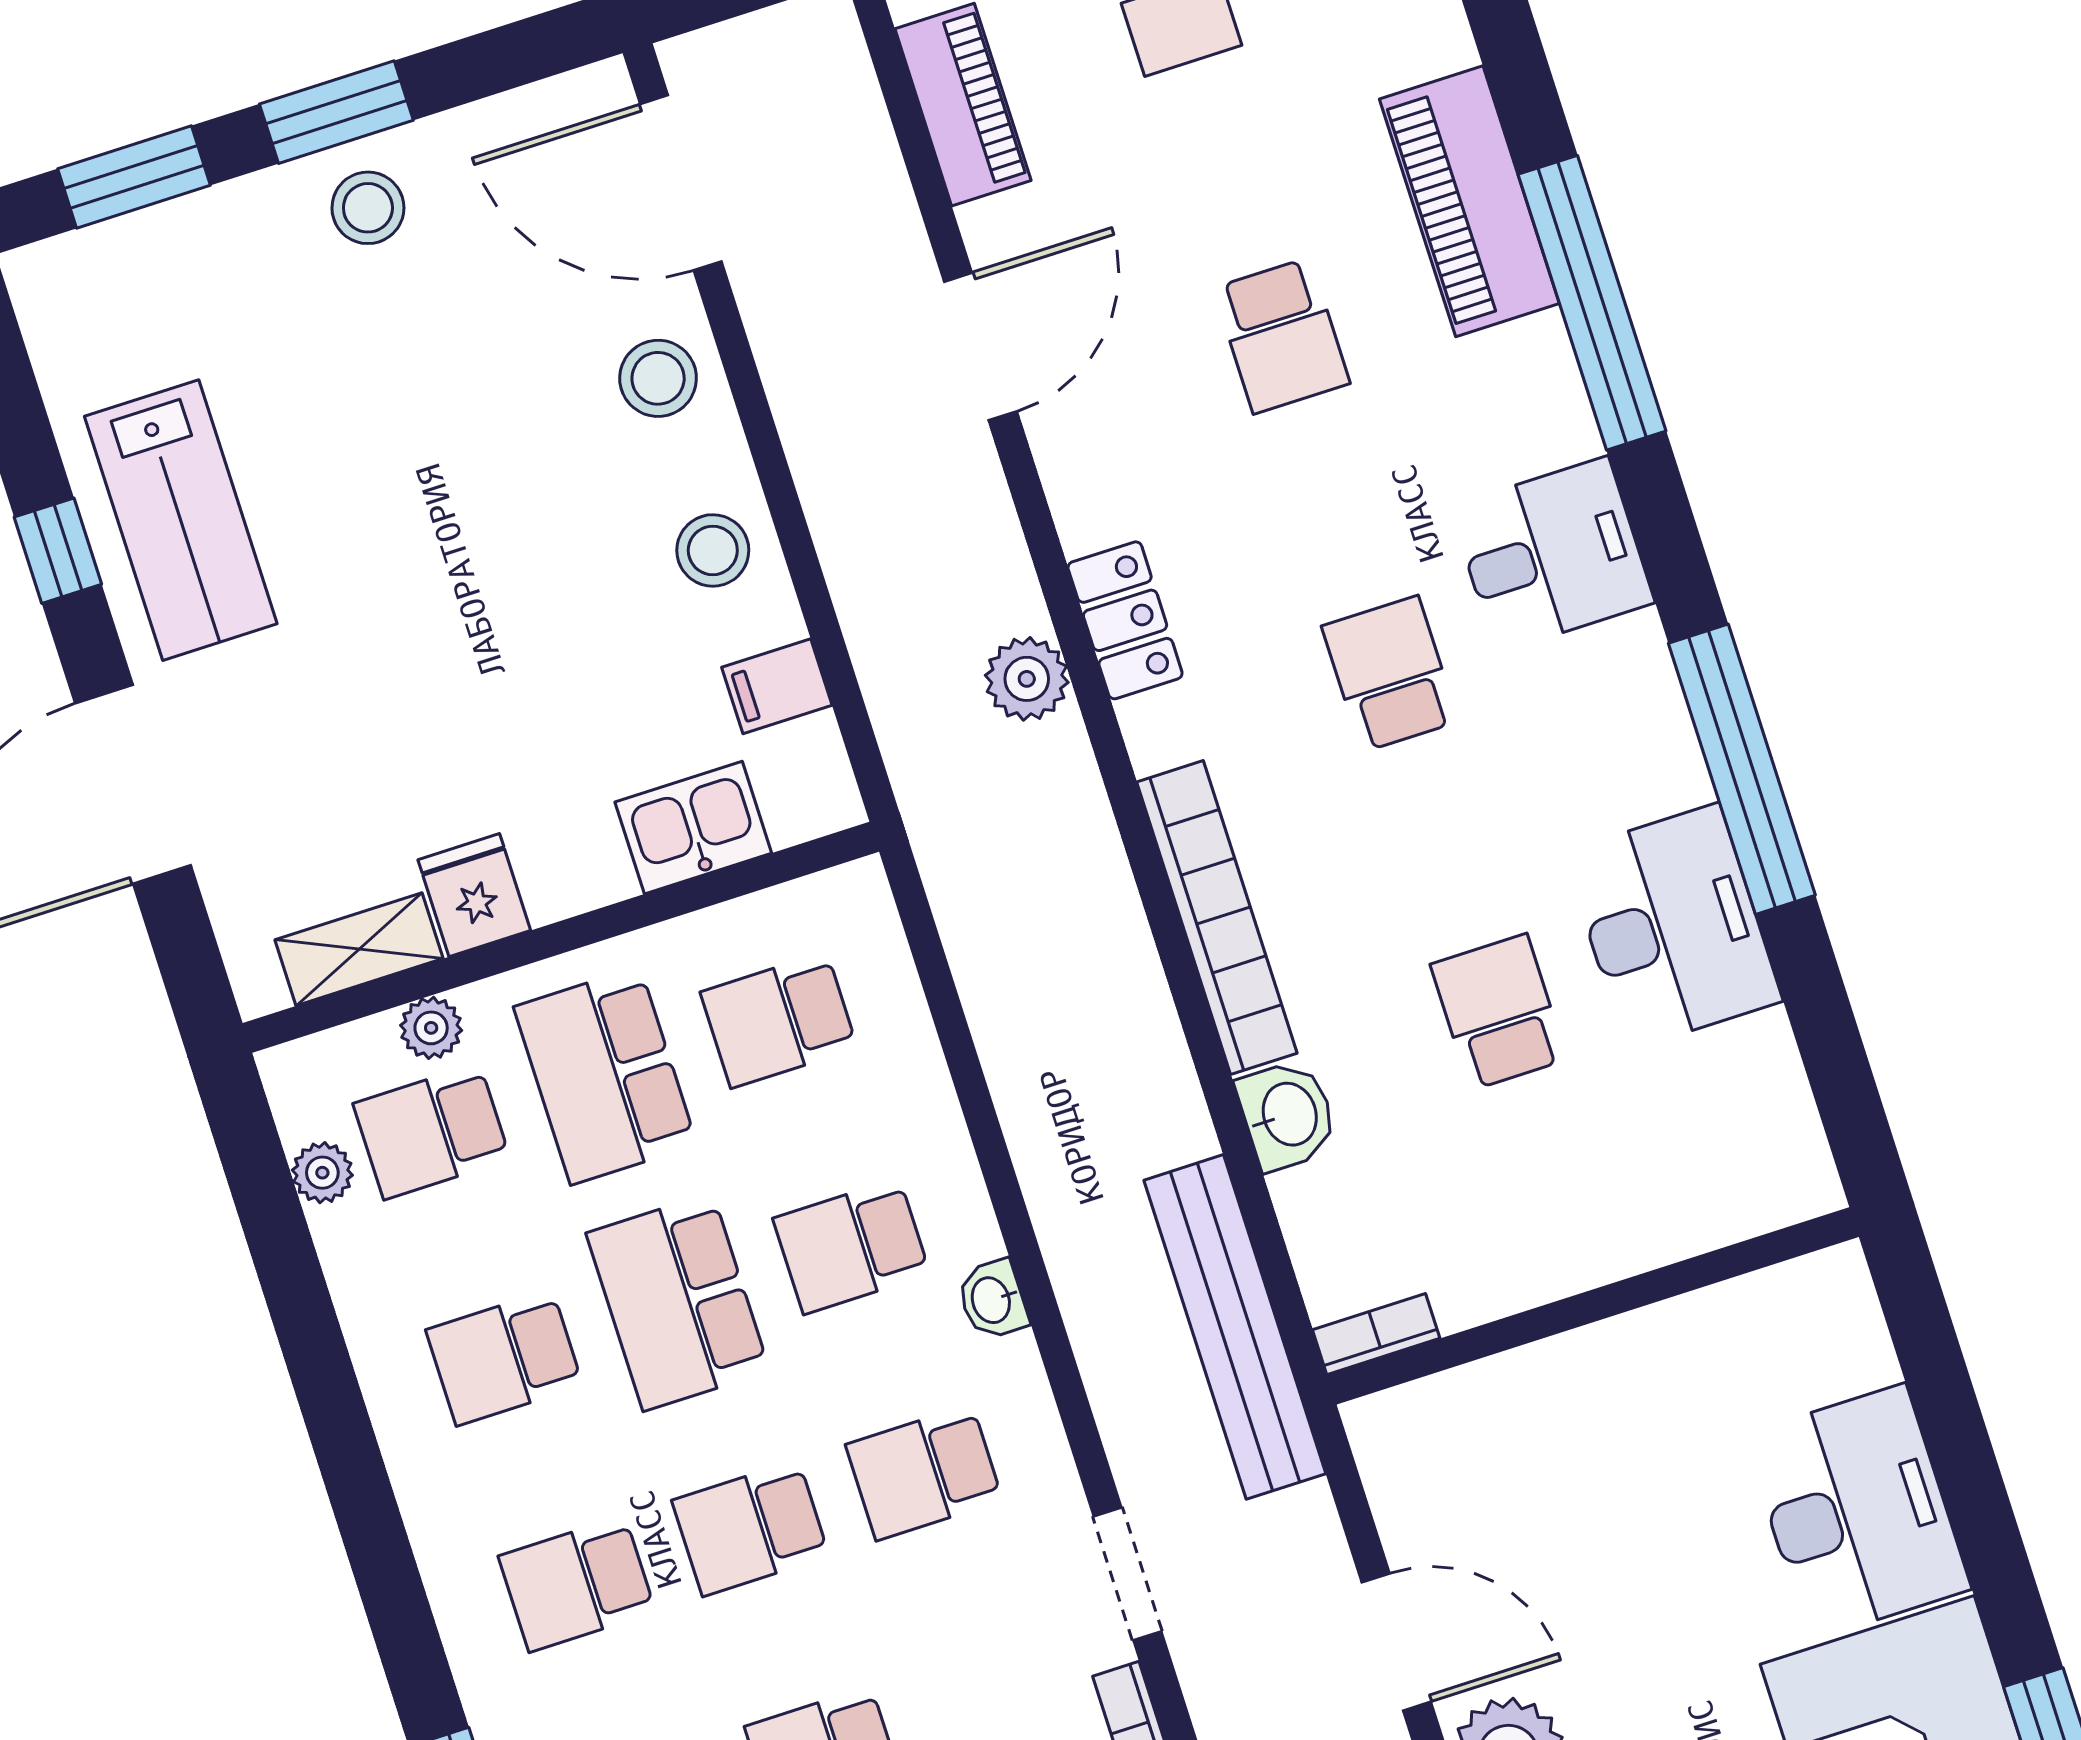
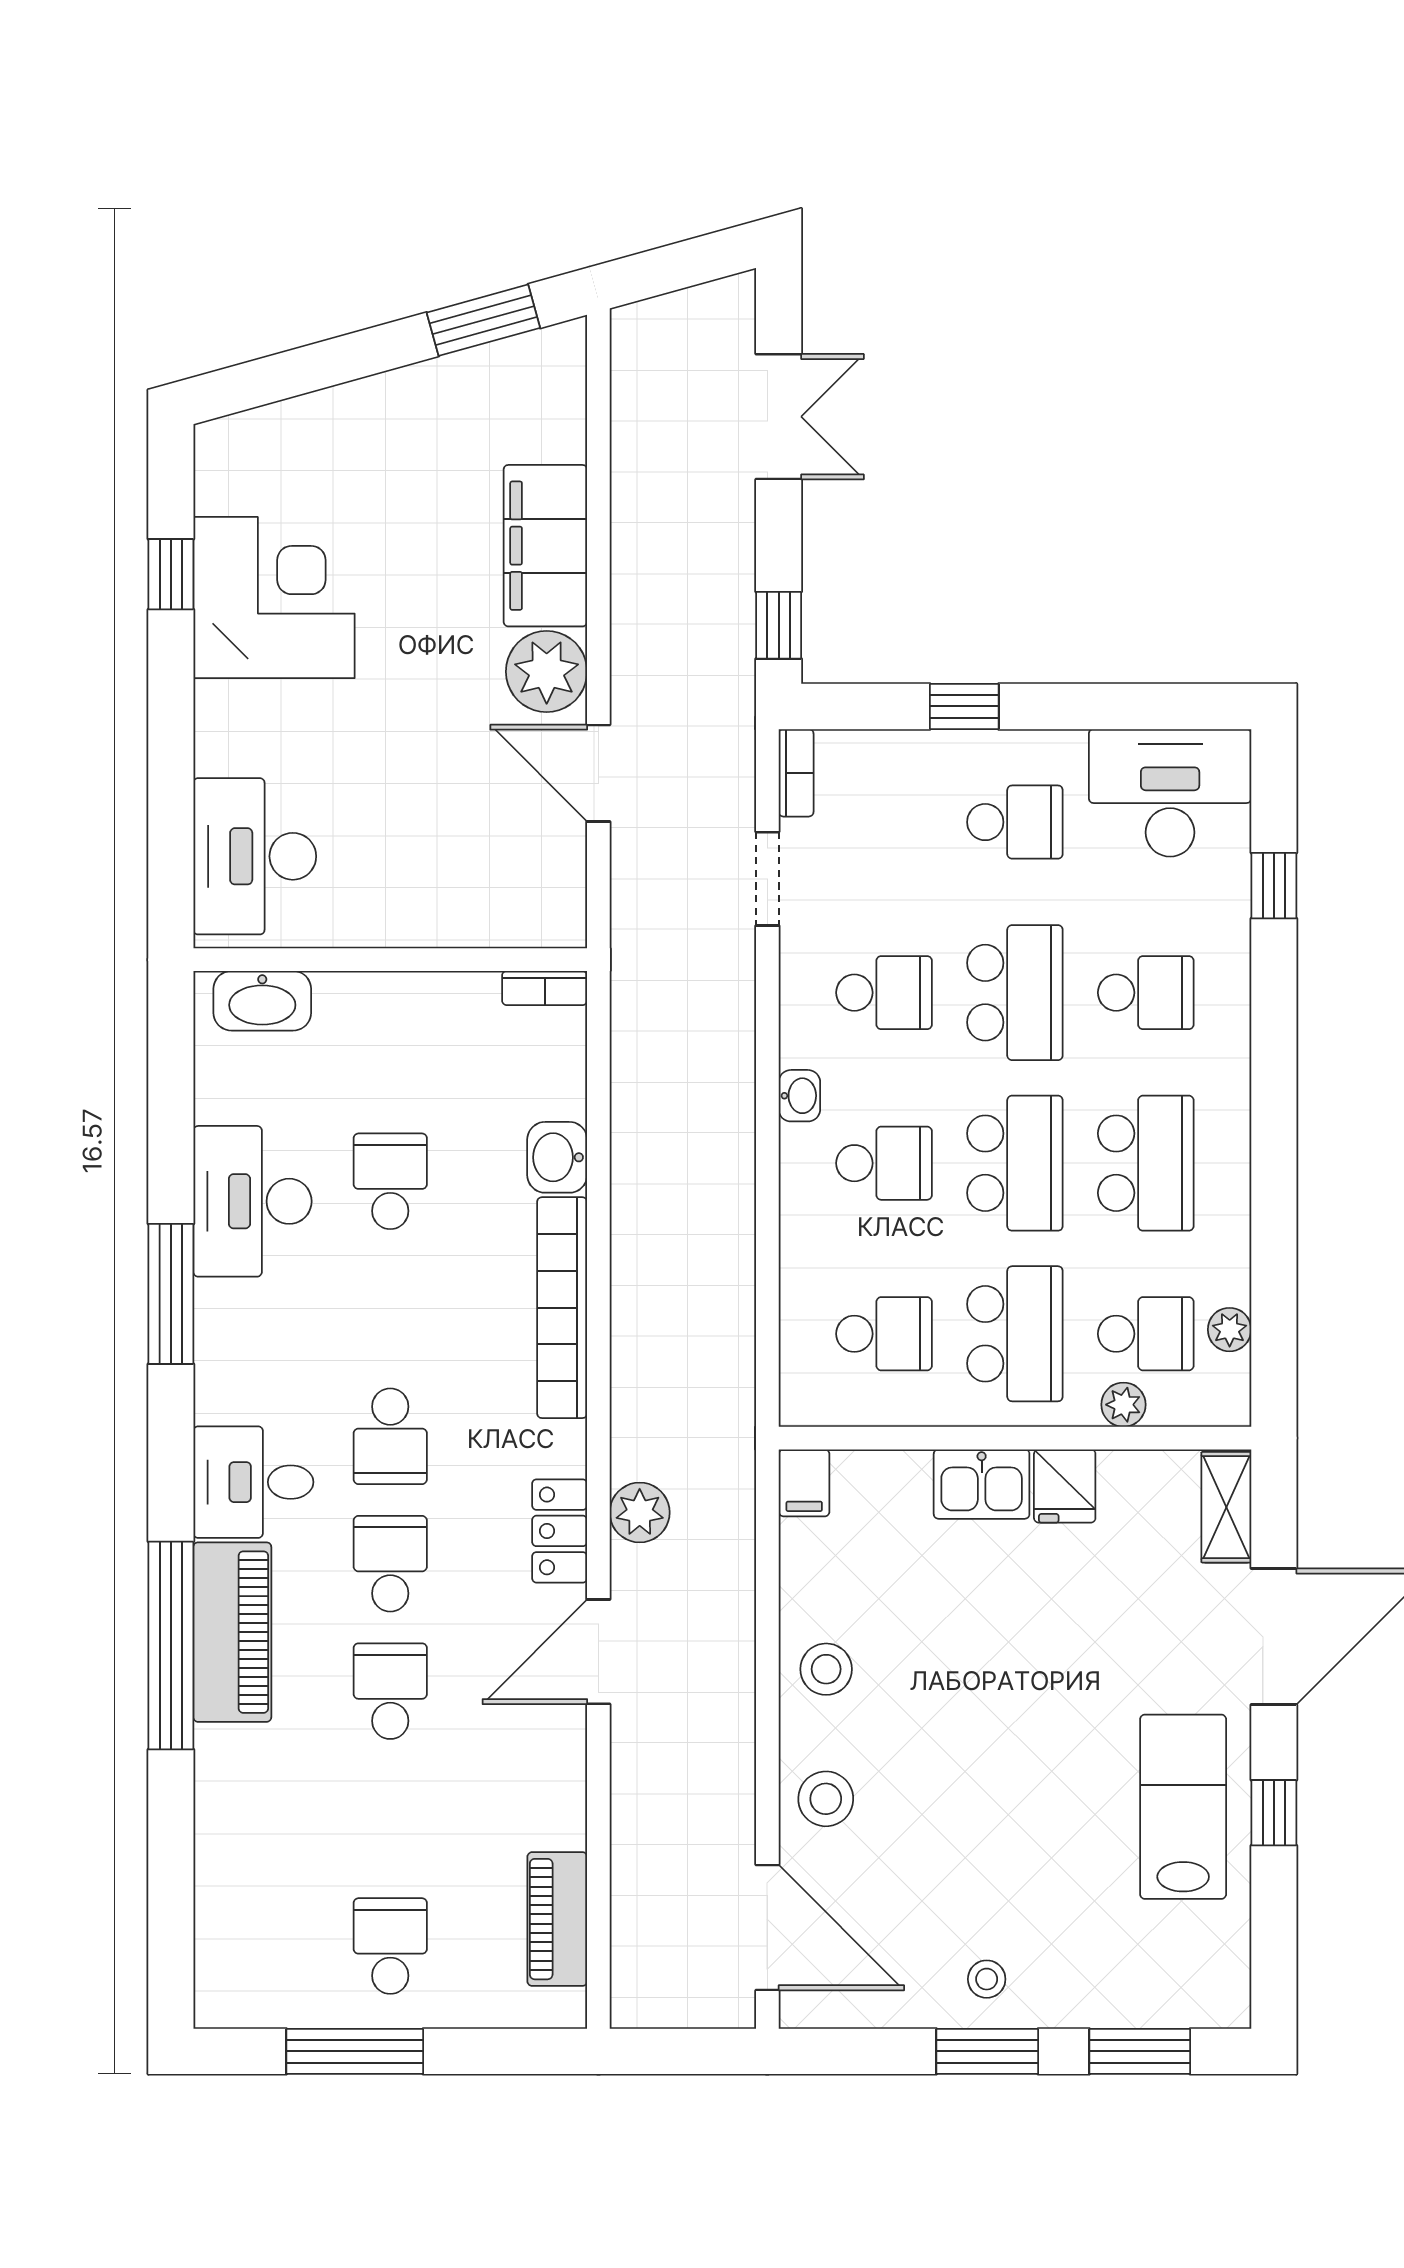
piano: (1469, 201) -> (232, 1632), moved
stool: (368, 208) -> (987, 1979), width x0.73, depth x0.73
door: (980, 346) -> (598, 1652), moved
school desk: (1336, 505) -> (390, 1564), added
filing cabinet: (777, 686) -> (804, 1483), moved, turned 90
window: (1742, 769) -> (171, 1294), width x0.68
kitchen sink: (693, 828) -> (982, 1484), moved
shelving: (359, 949) -> (1226, 1507), moved, turned 90
school desk: (1499, 1012) -> (390, 1181), turned 180
washbasin: (1745, 1197) -> (262, 1001), added
bench: (1235, 1327) -> (640, 1024), removed
school desk: (504, 1358) -> (1146, 1163), width x1.85
desk: (1857, 1512) -> (255, 856), moved
school desk: (751, 1528) -> (1015, 993), width x1.85

